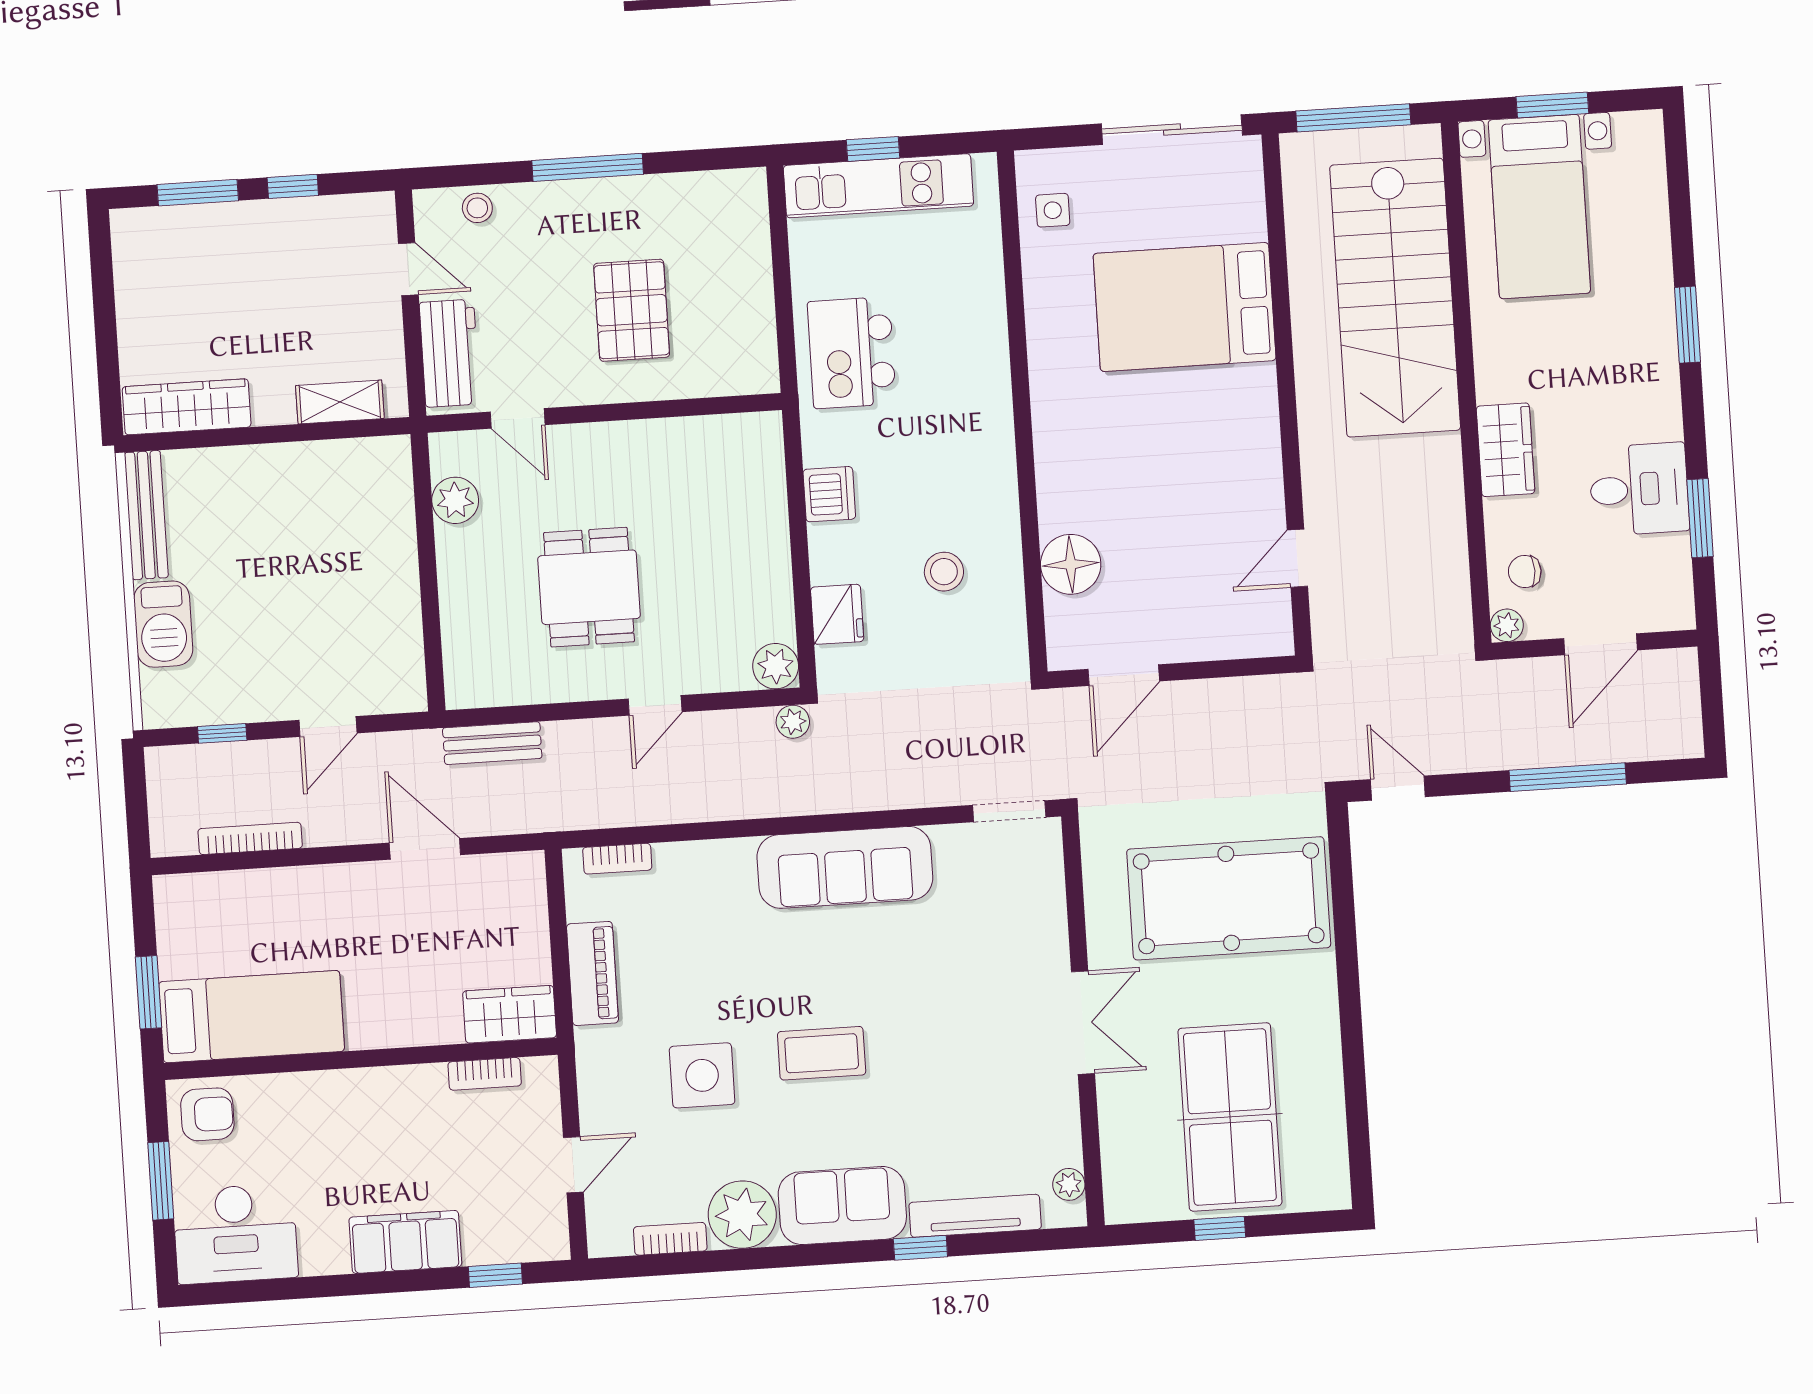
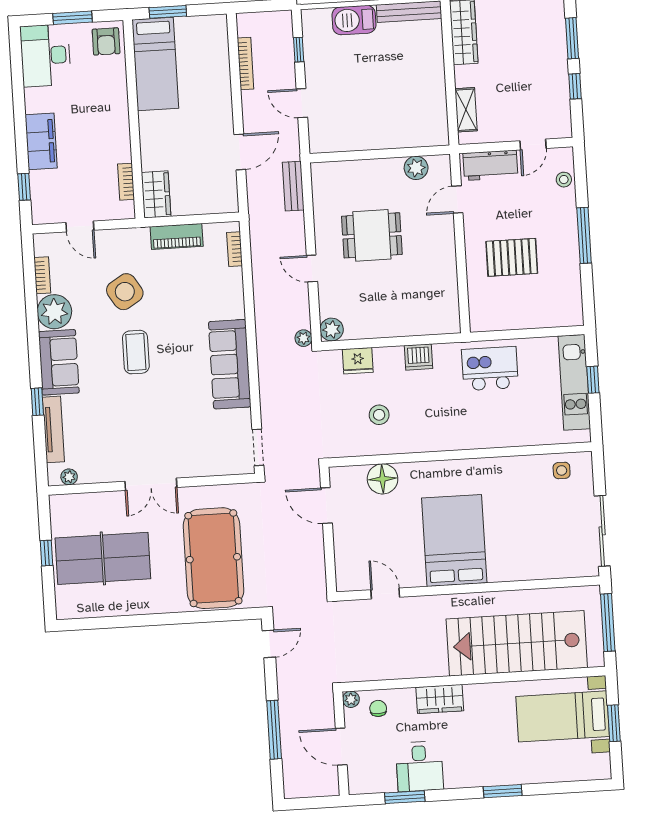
bed: (1185, 307) -> (454, 540), moved
side table: (702, 1075) -> (125, 292), turned -32

